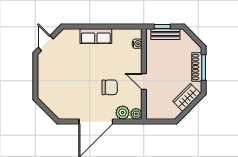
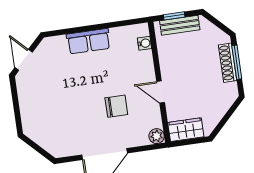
wardrobe: (187, 97) -> (186, 130), moved, turned 45
plant: (123, 113) -> (138, 137), removed

